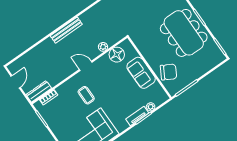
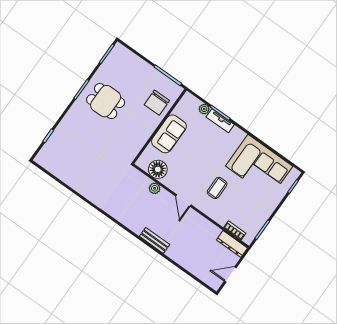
bench: (66, 30) -> (155, 240), width x0.73
dining table: (184, 33) -> (106, 101), width x0.53, depth x0.80
chair: (168, 72) -> (157, 103), turned -119

